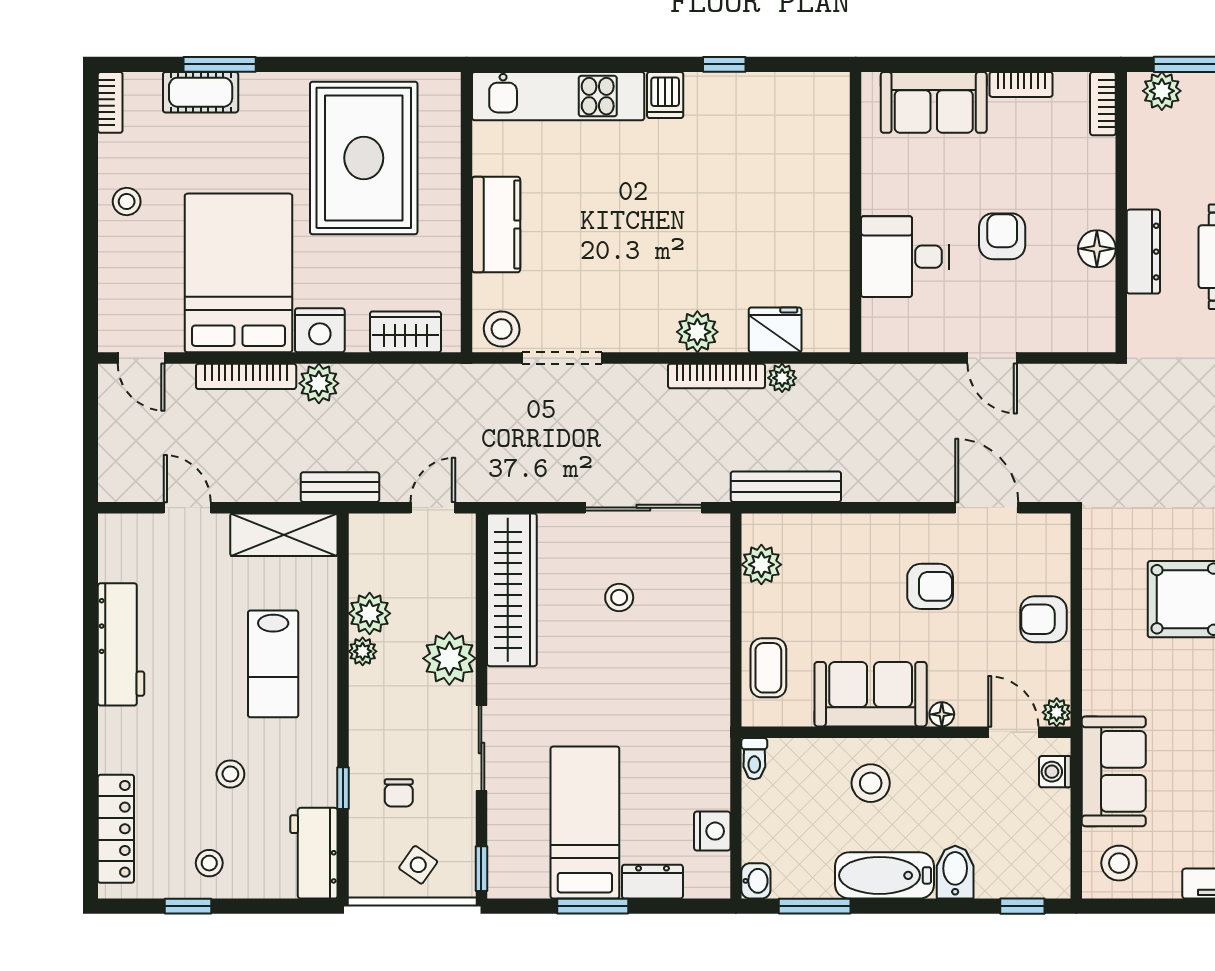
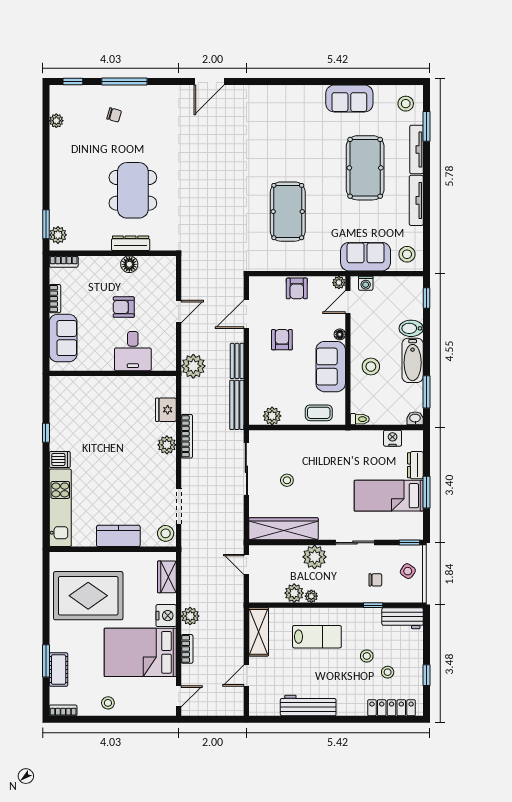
bookcase: (246, 376) -> (187, 649), width x0.64
plant: (782, 378) -> (193, 366), moved, width x1.88, depth x1.88
bench: (340, 487) -> (237, 361), moved
stool: (209, 863) -> (388, 672), moved

